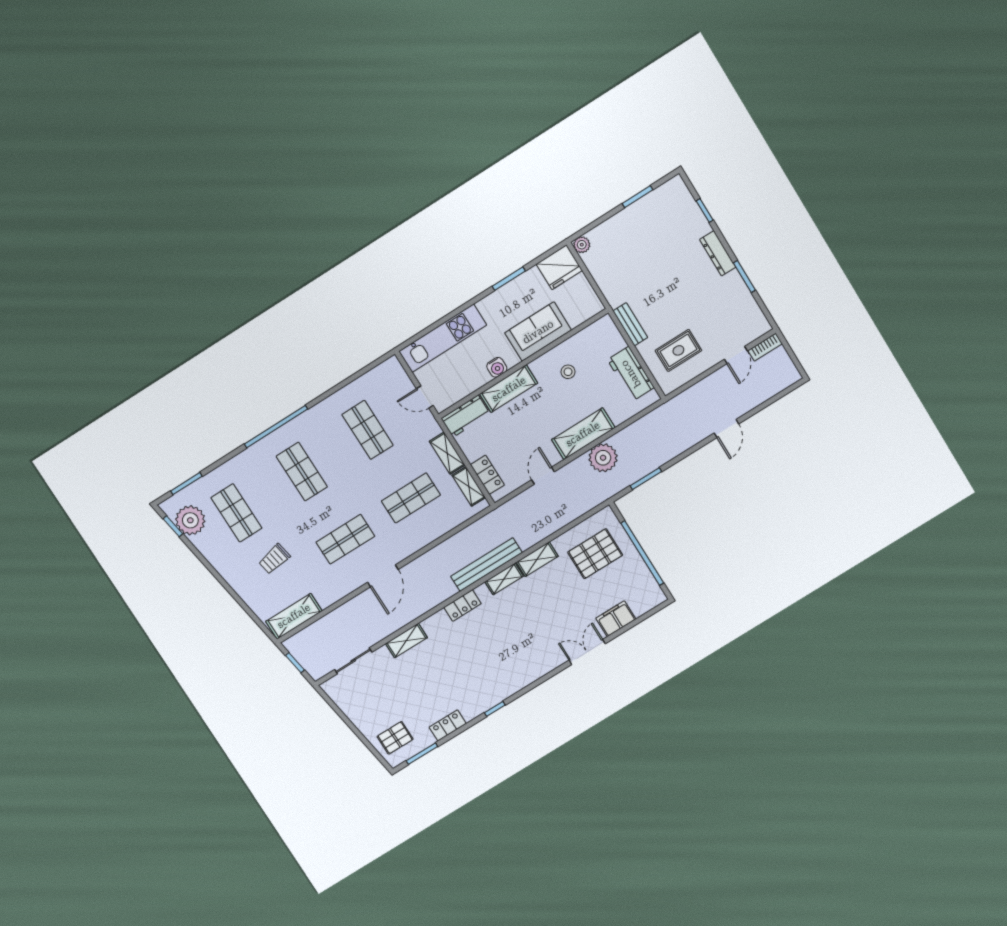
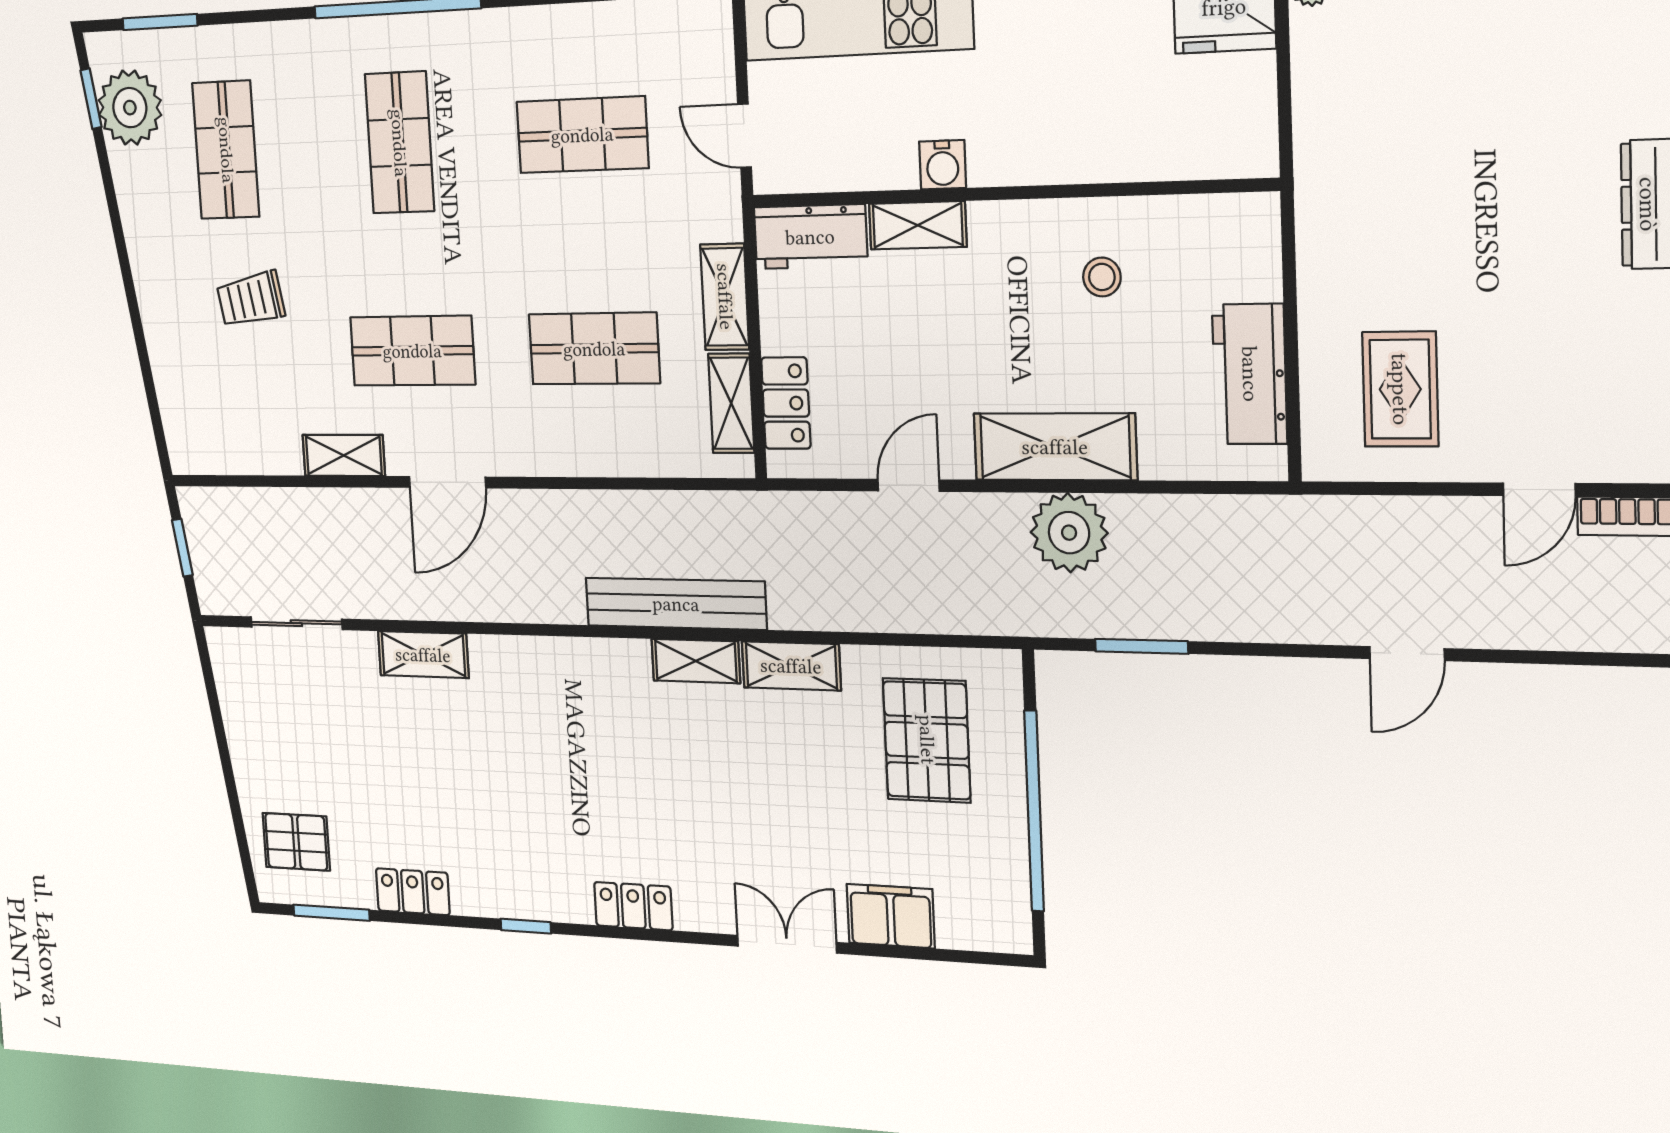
bench: (630, 324) -> (1318, 252), removed
sofa: (538, 332) -> (1085, 136), removed
rug: (678, 350) -> (1400, 389), turned 90
shelving: (509, 389) -> (918, 225), width x0.67, depth x0.75
shop shelf: (368, 430) -> (582, 135), turned 90
pallet: (595, 554) -> (927, 740), turned 90
locker: (463, 605) -> (633, 906), moved, turned 180
shelving: (294, 616) -> (344, 455), moved, width x0.67, depth x0.75

